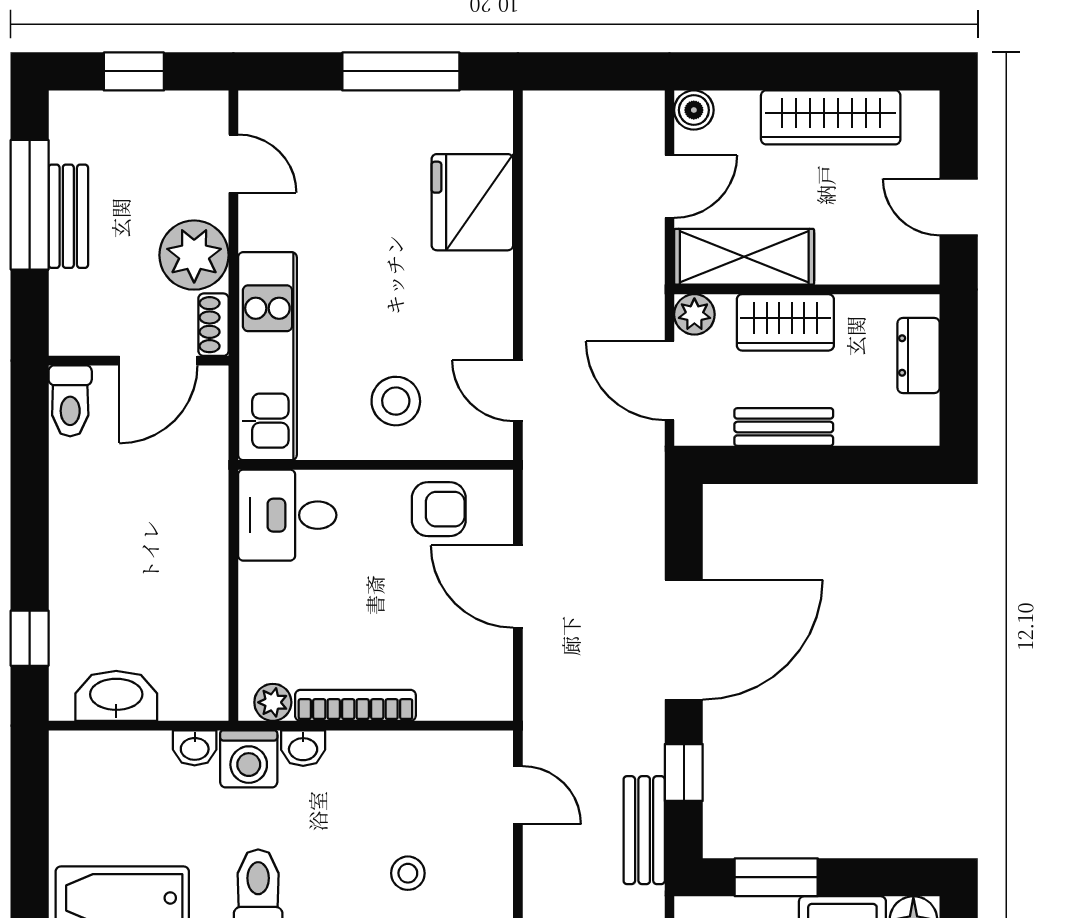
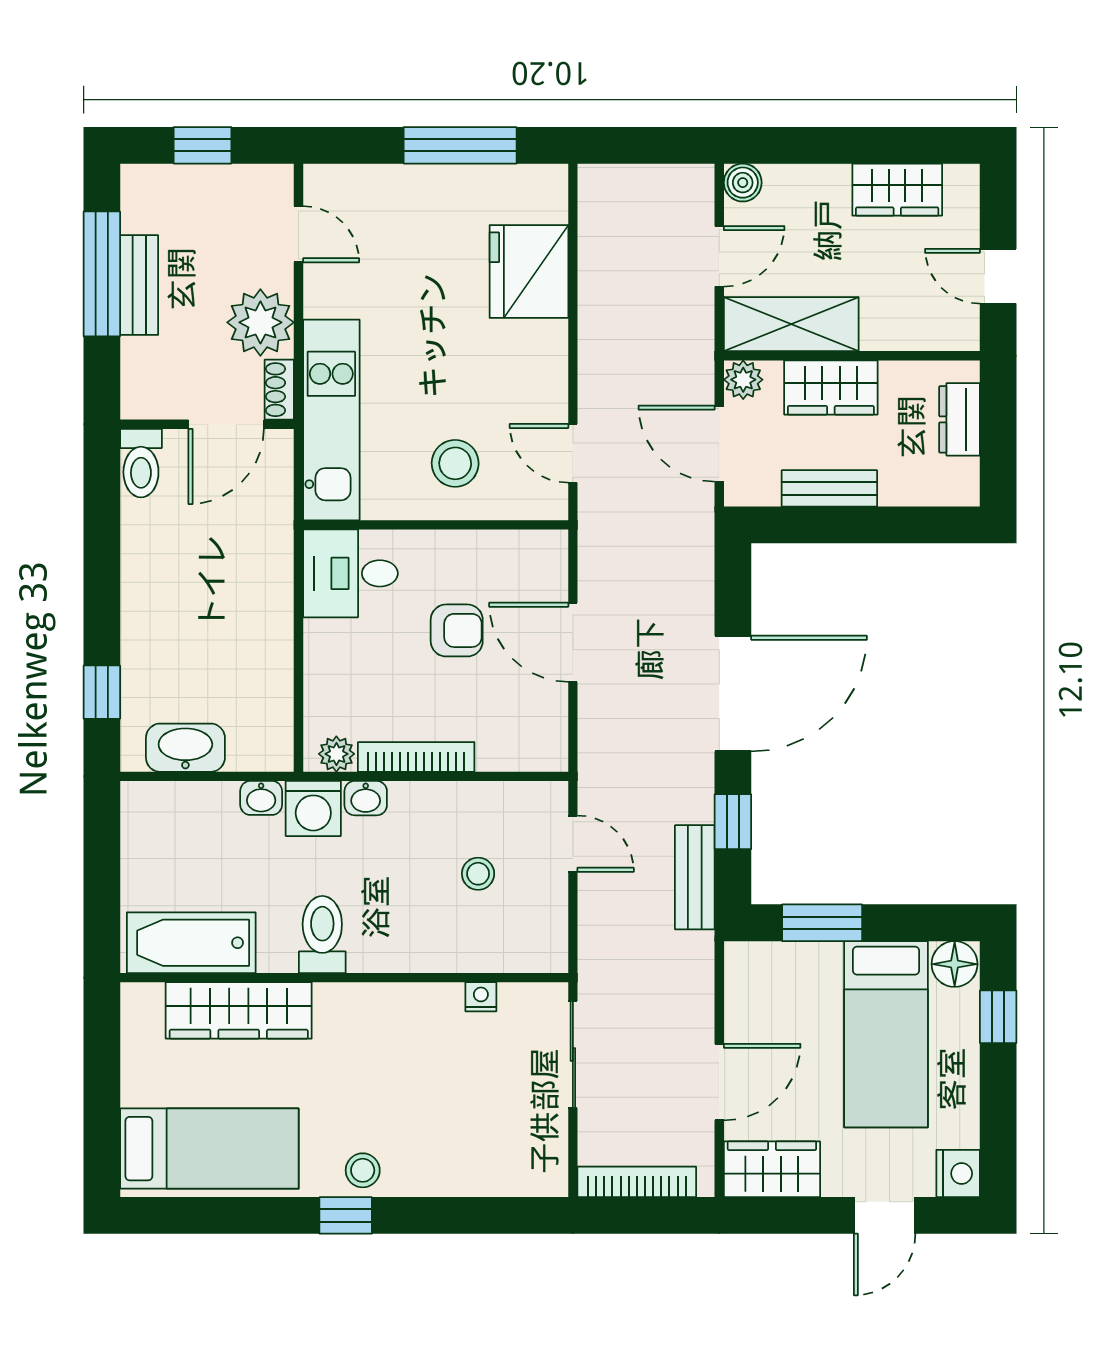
wardrobe: (831, 117) -> (897, 190), width x0.67
armchair: (439, 509) -> (457, 630), moved
stool: (408, 873) -> (478, 874), moved

